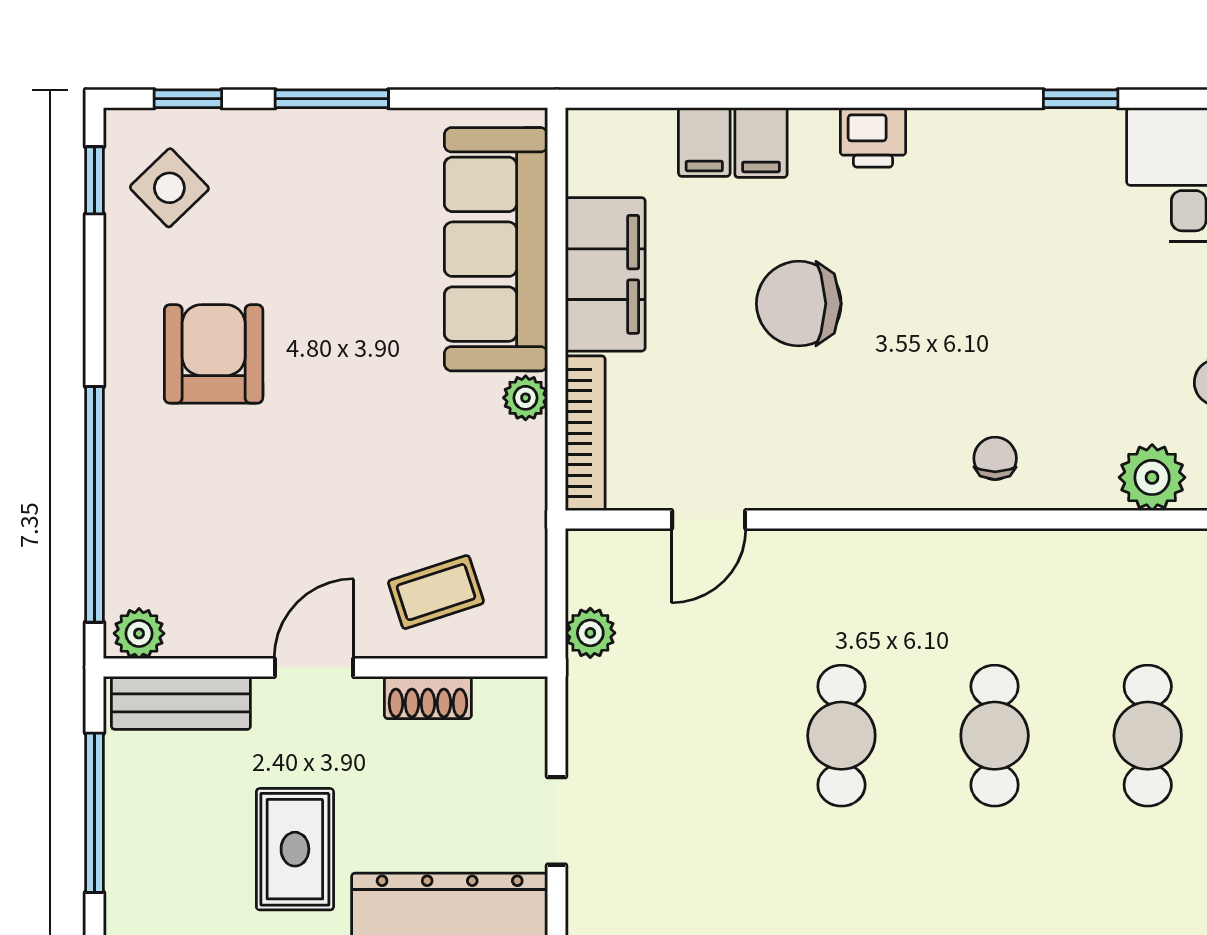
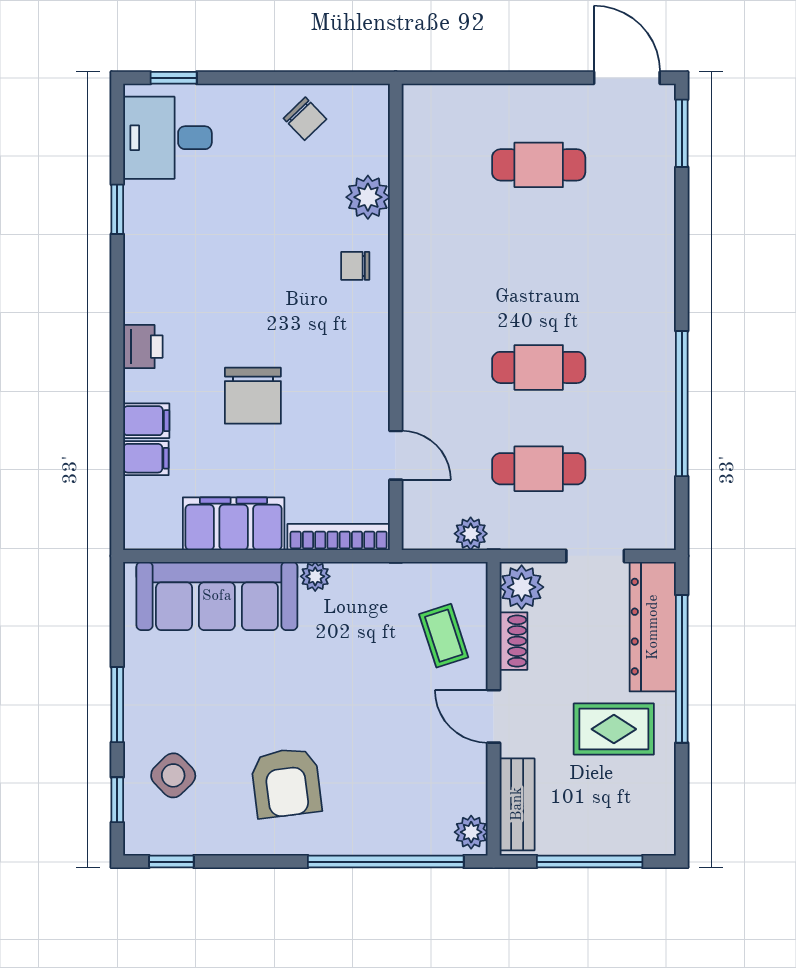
side table: (169, 188) -> (173, 775), moved
armchair: (214, 354) -> (286, 783), turned -97
plant: (1152, 477) -> (368, 197), moved
plant: (509, 710) -> (522, 587), added
cafe table: (995, 736) -> (539, 469), moved

